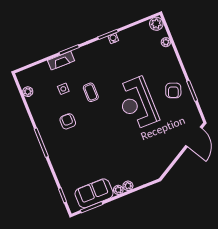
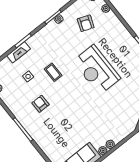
armchair: (173, 90) -> (86, 23), moved

